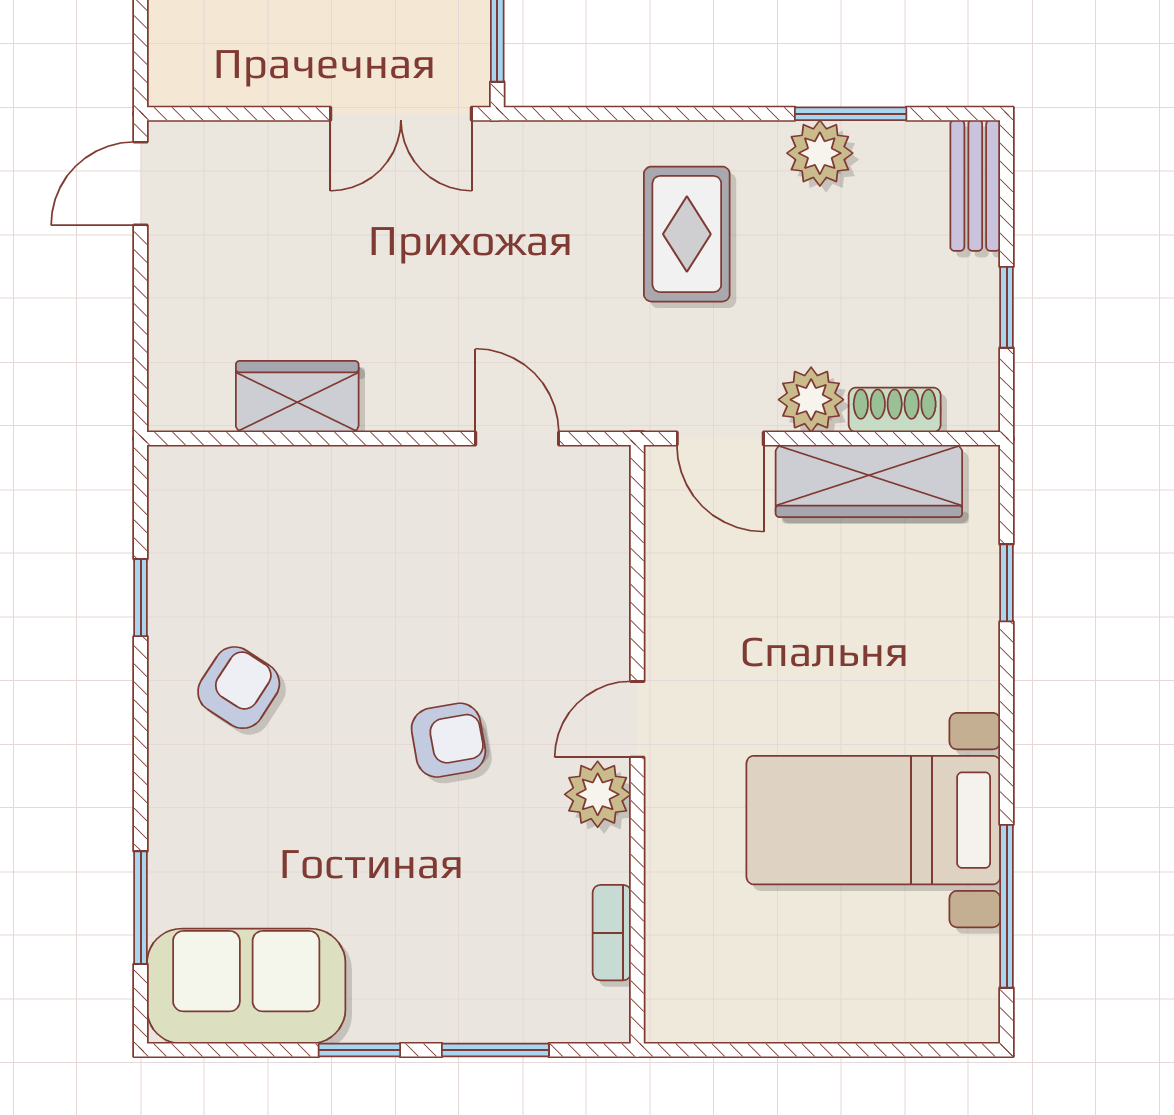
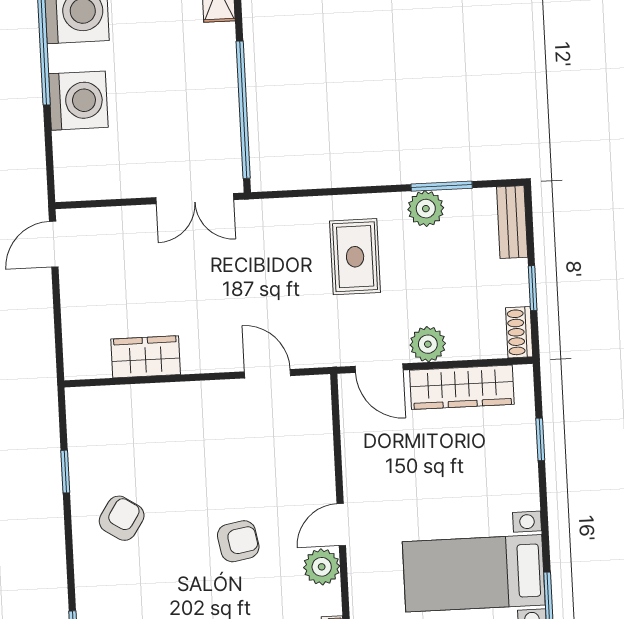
shoe rack: (895, 410) -> (519, 332), moved, turned -90

